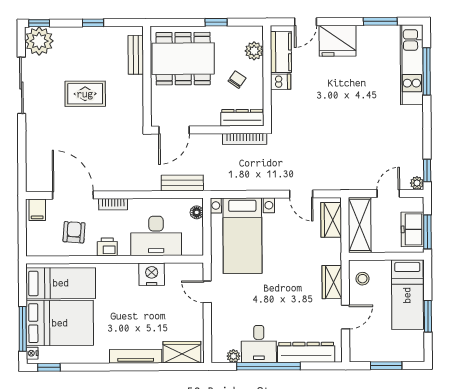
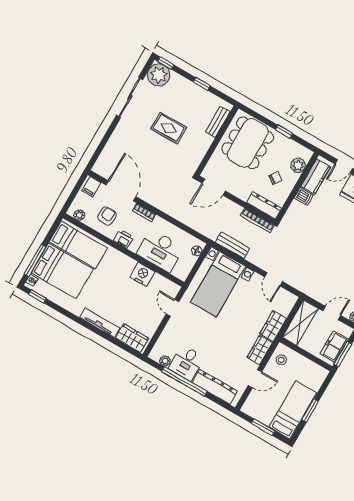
dining table: (183, 59) -> (248, 143), turned 90
bench: (182, 183) -> (232, 245), moved
wardrobe: (331, 220) -> (273, 326), moved
plant: (43, 249) -> (79, 215), added
bed: (407, 295) -> (293, 410), moved, turned 180

